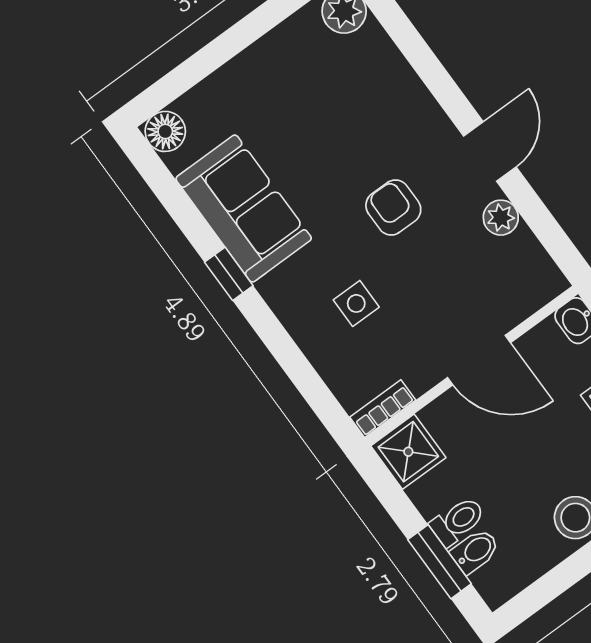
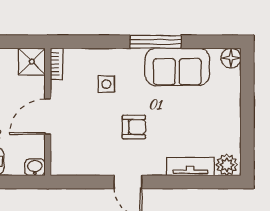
tv unit: (390, 68) -> (190, 167), added
plant: (501, 218) -> (98, 167), removed
window: (229, 274) -> (155, 42), width x2.17

